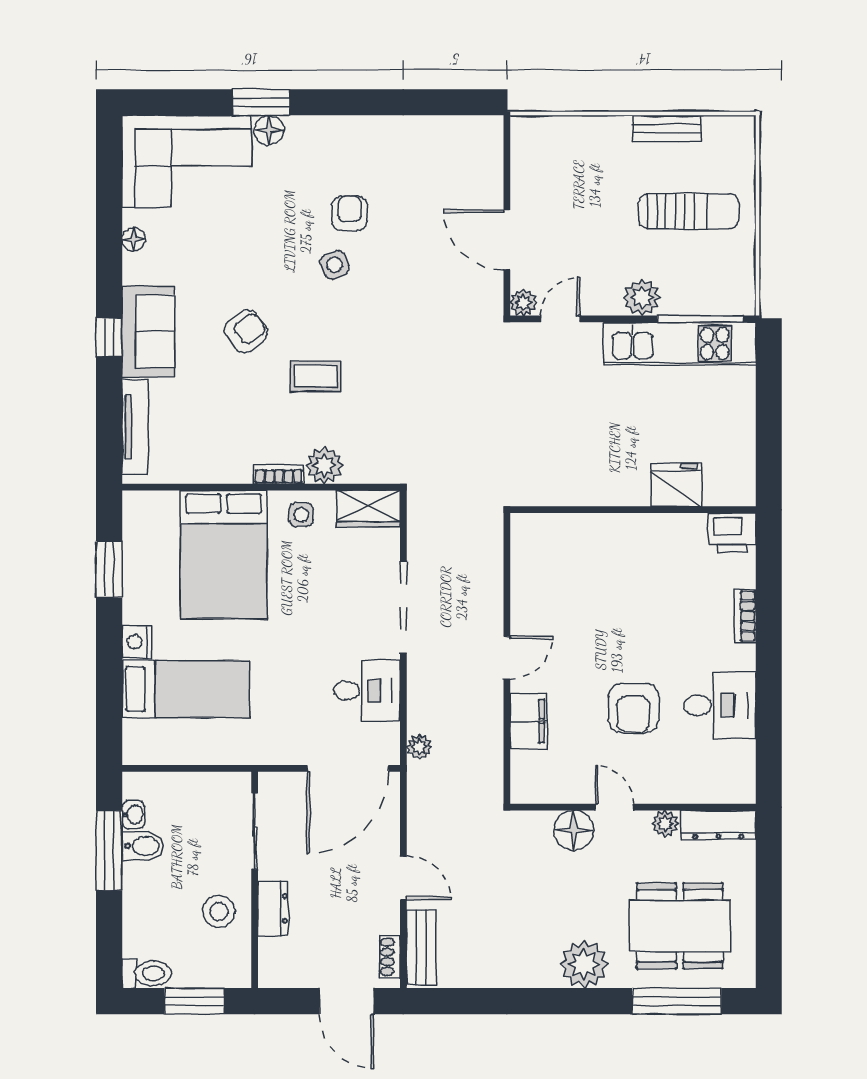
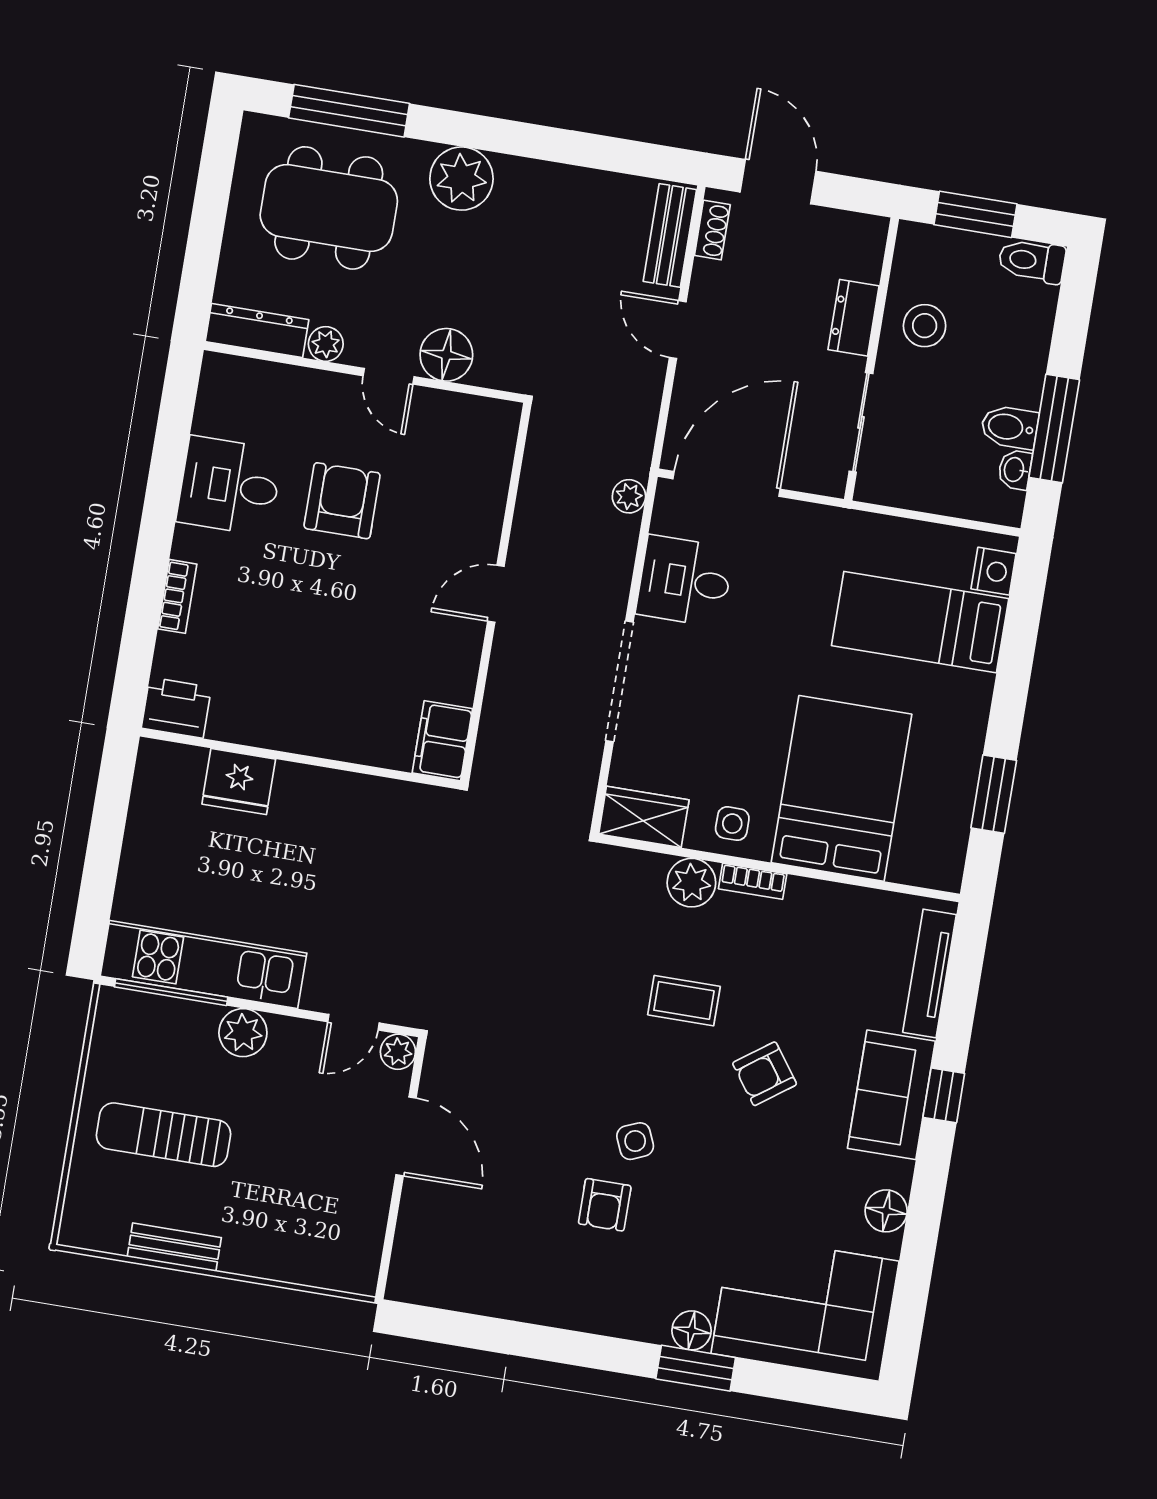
floor lamp: (134, 239) -> (886, 1211), width x1.37, depth x1.37
nightstand: (137, 642) -> (994, 571), moved
filing cabinet: (529, 721) -> (442, 741), moved

